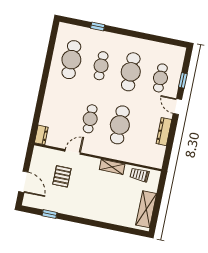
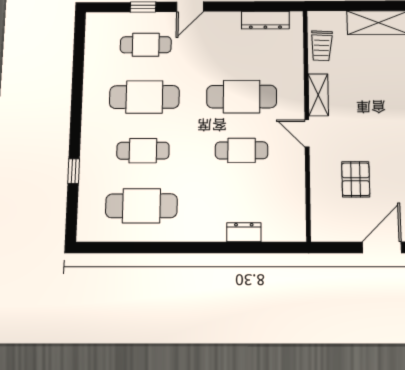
dresser: (164, 132) -> (265, 20), moved
dresser: (41, 135) -> (244, 232), moved
door: (73, 152) -> (307, 133), moved
pallet: (62, 176) -> (356, 179), turned 90

